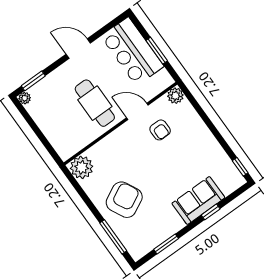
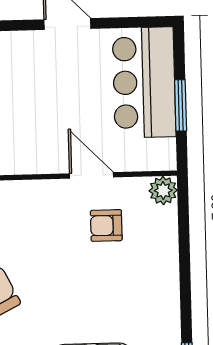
cafe table: (95, 103) -> (37, 121), removed
armchair: (160, 130) -> (106, 225), turned 90

